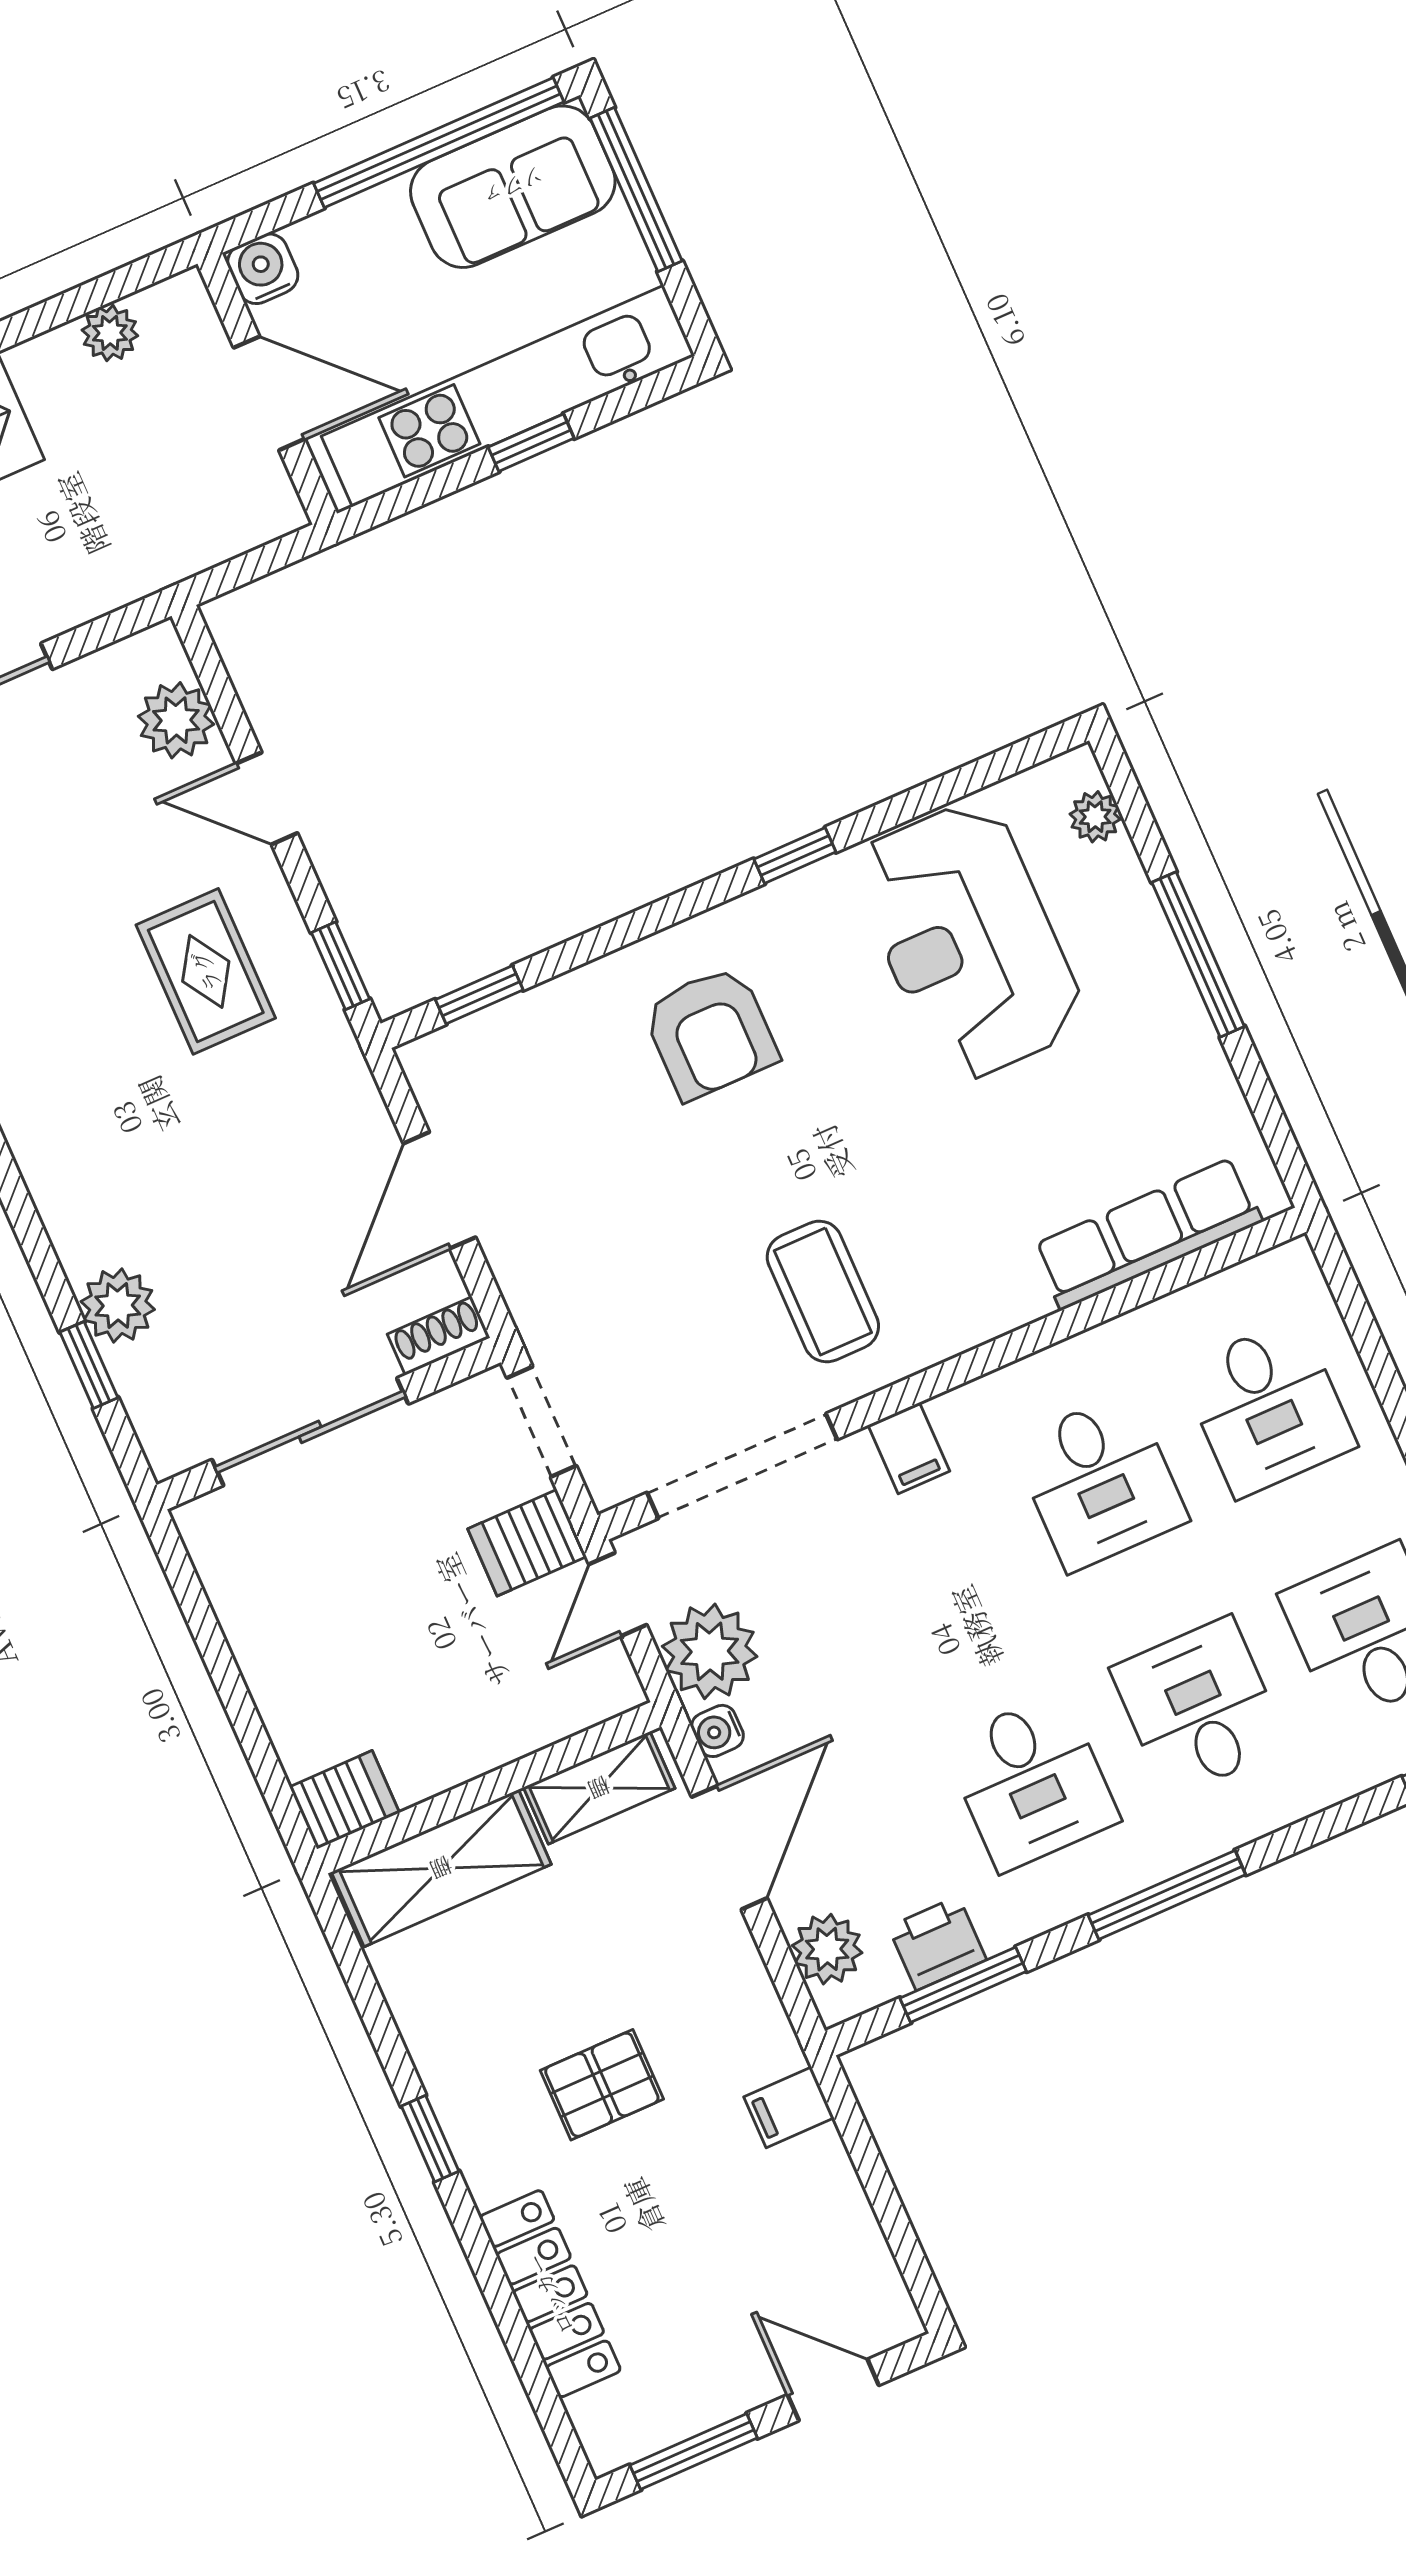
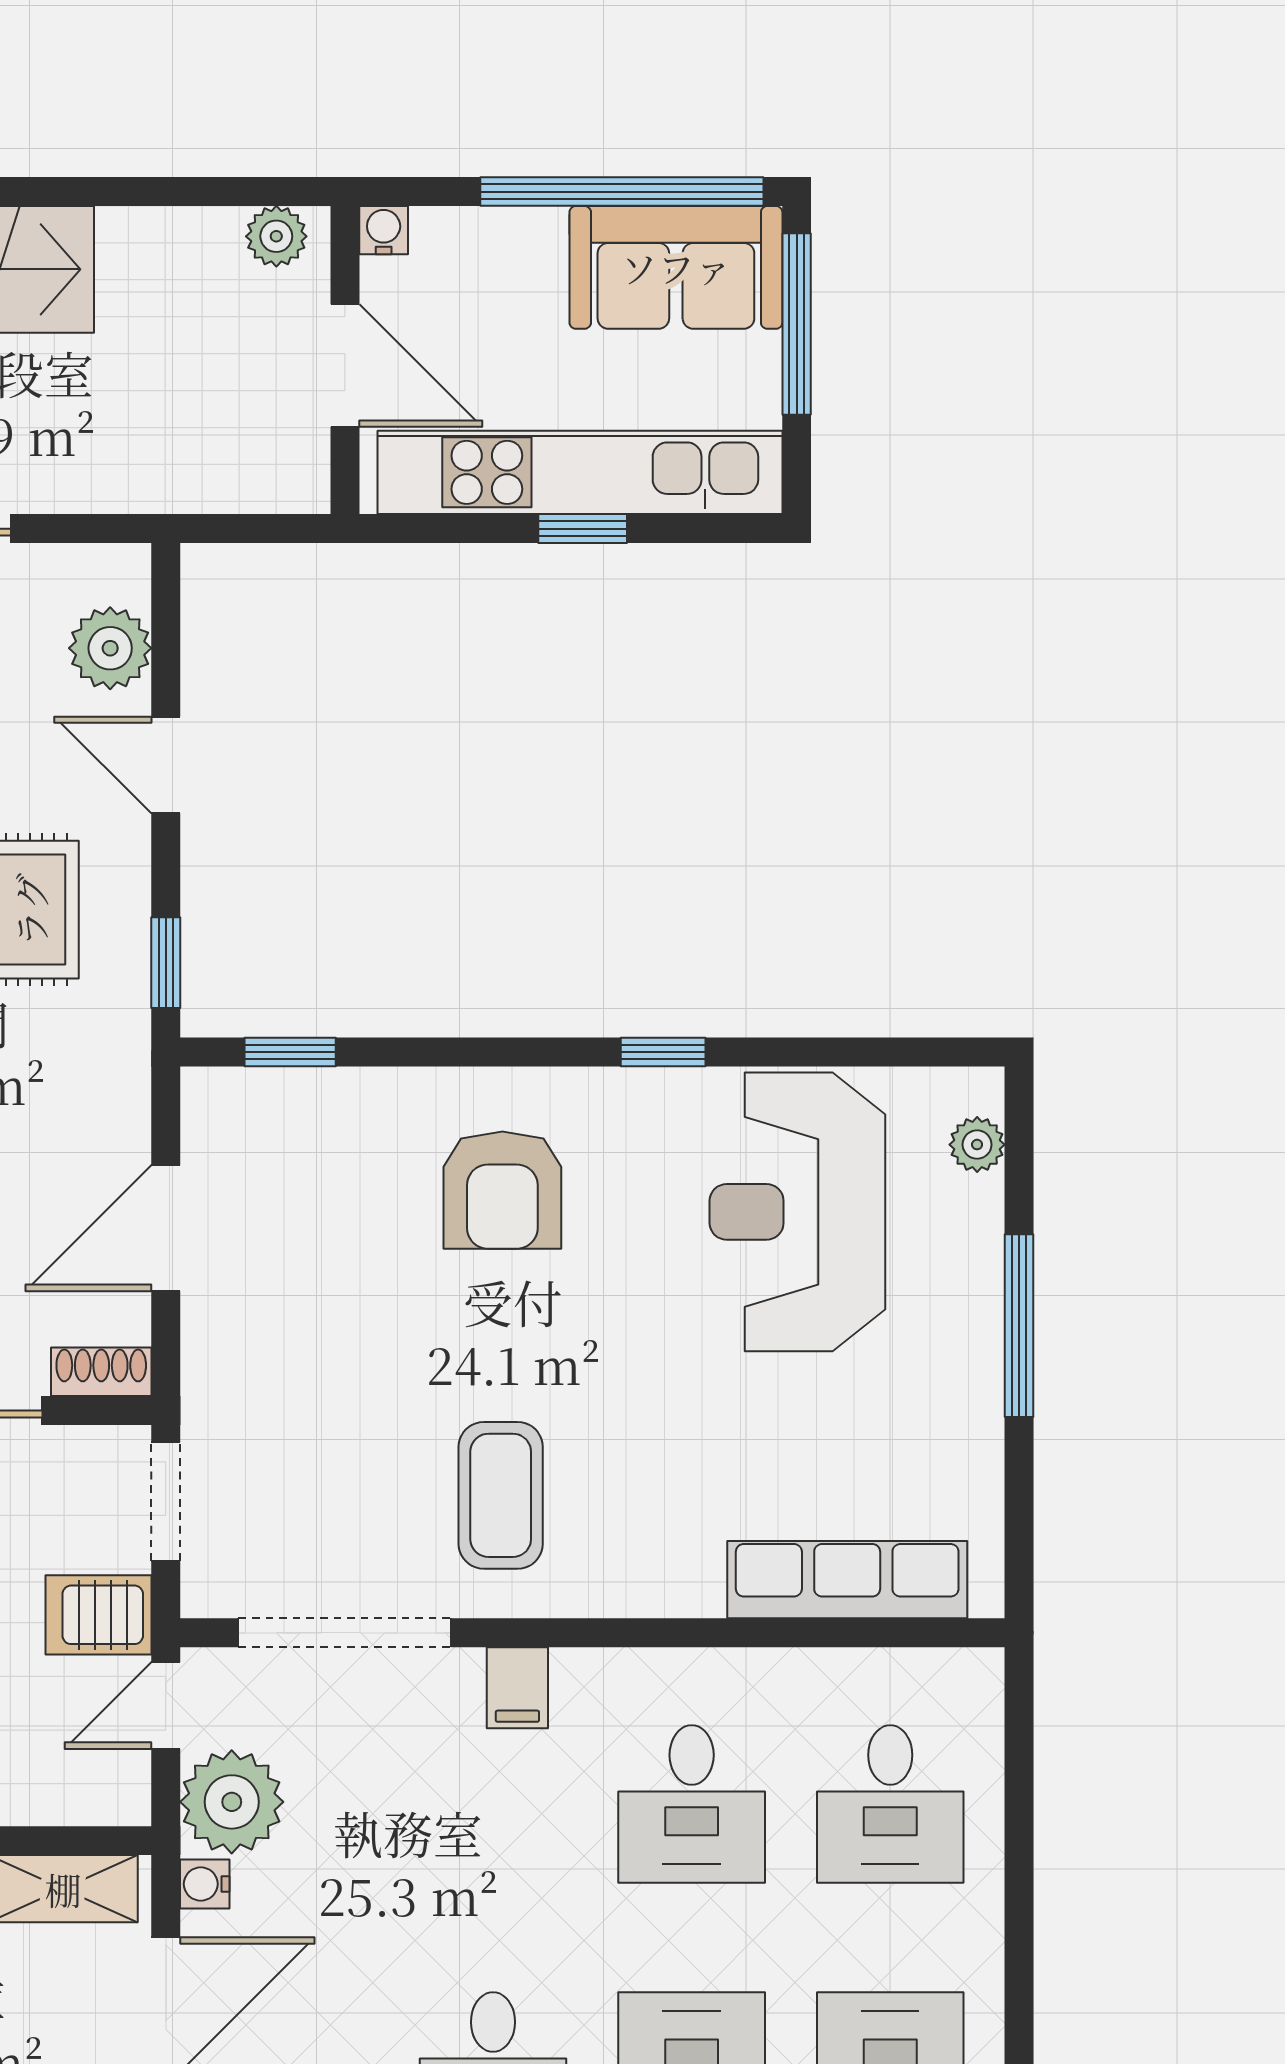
water cooler: (263, 269) -> (384, 230), width x0.72, depth x0.72
plant: (110, 333) -> (276, 236), moved

